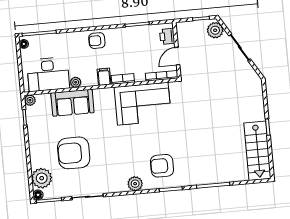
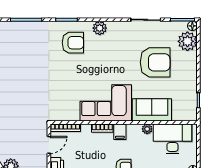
plant: (30, 100) -> (192, 116), removed
corner sofa: (143, 104) -> (106, 103), moved

